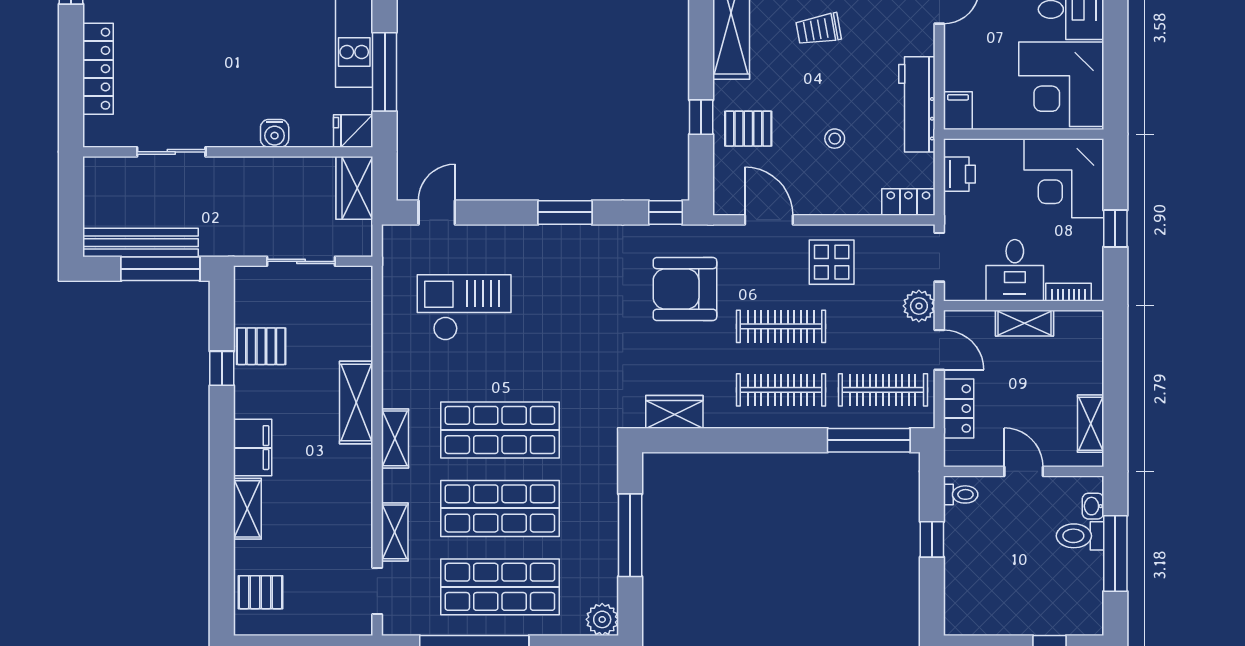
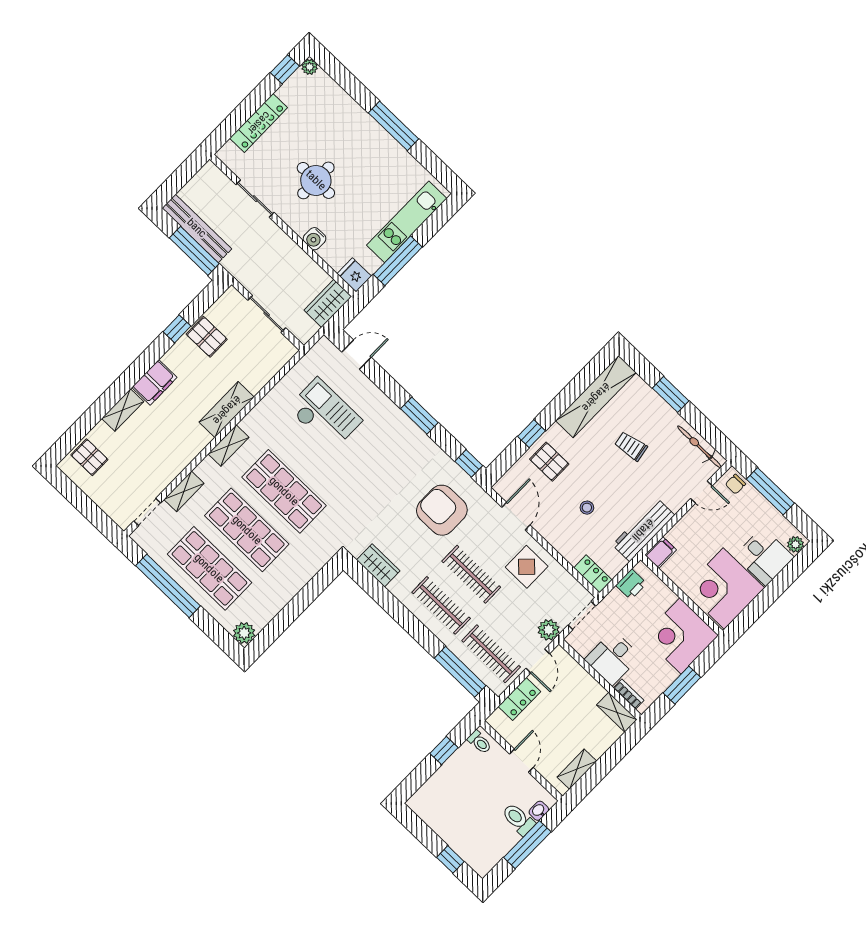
round table: (217, 71) -> (316, 180), added
window: (1115, 228) -> (682, 685), width x1.50
shelving: (1024, 323) -> (617, 712), moved
window: (630, 535) -> (298, 605), removed

